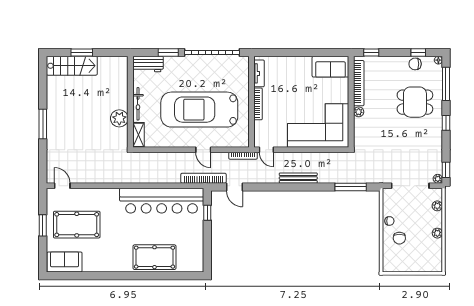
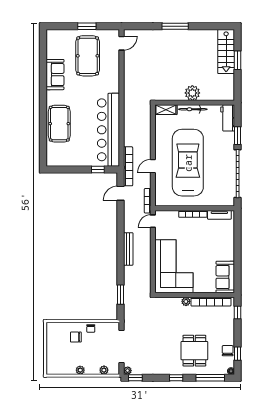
plant: (119, 118) -> (192, 93), moved
window: (351, 187) -> (120, 295), width x0.69
sofa: (64, 262) -> (55, 75), moved

